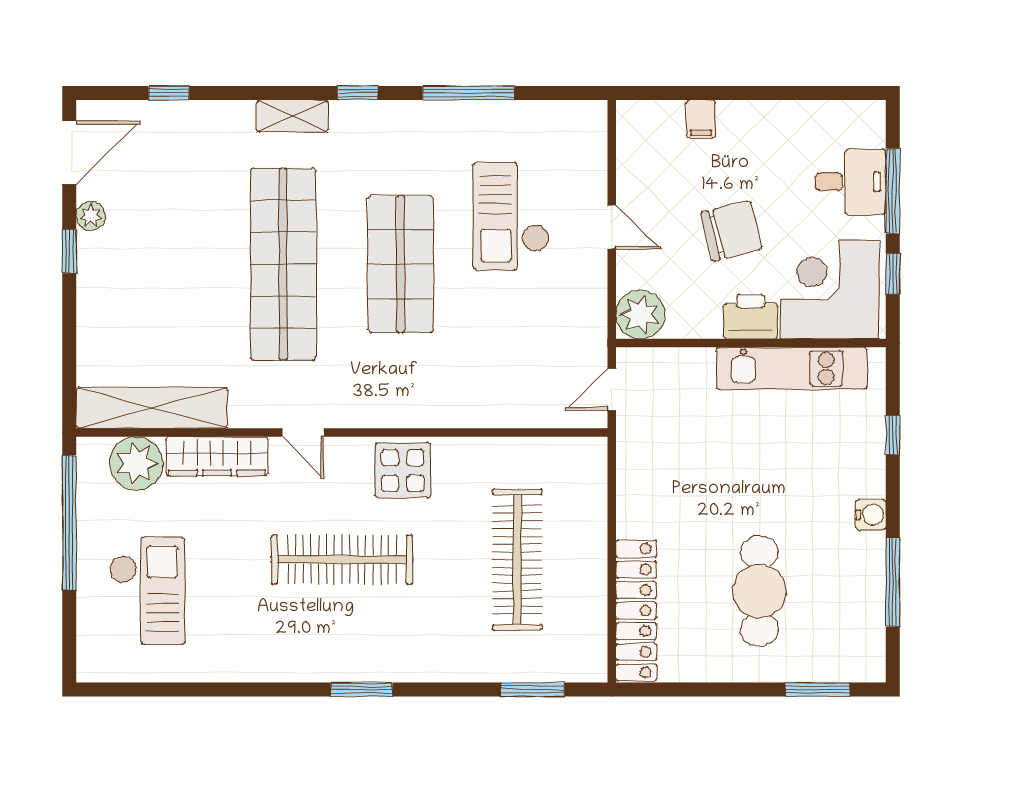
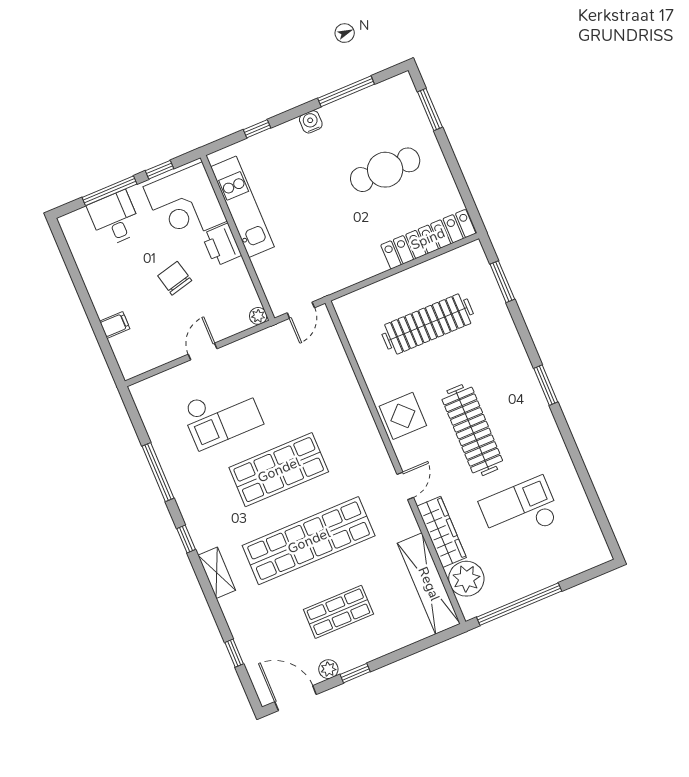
chair: (731, 231) -> (175, 278), width x0.73, depth x0.73
shop shelf: (165, 264) -> (338, 612), added
plant: (640, 315) -> (258, 316), width x0.53, depth x0.53
door: (612, 389) -> (301, 310), hinge flipped
checkout: (147, 591) -> (520, 511), moved

